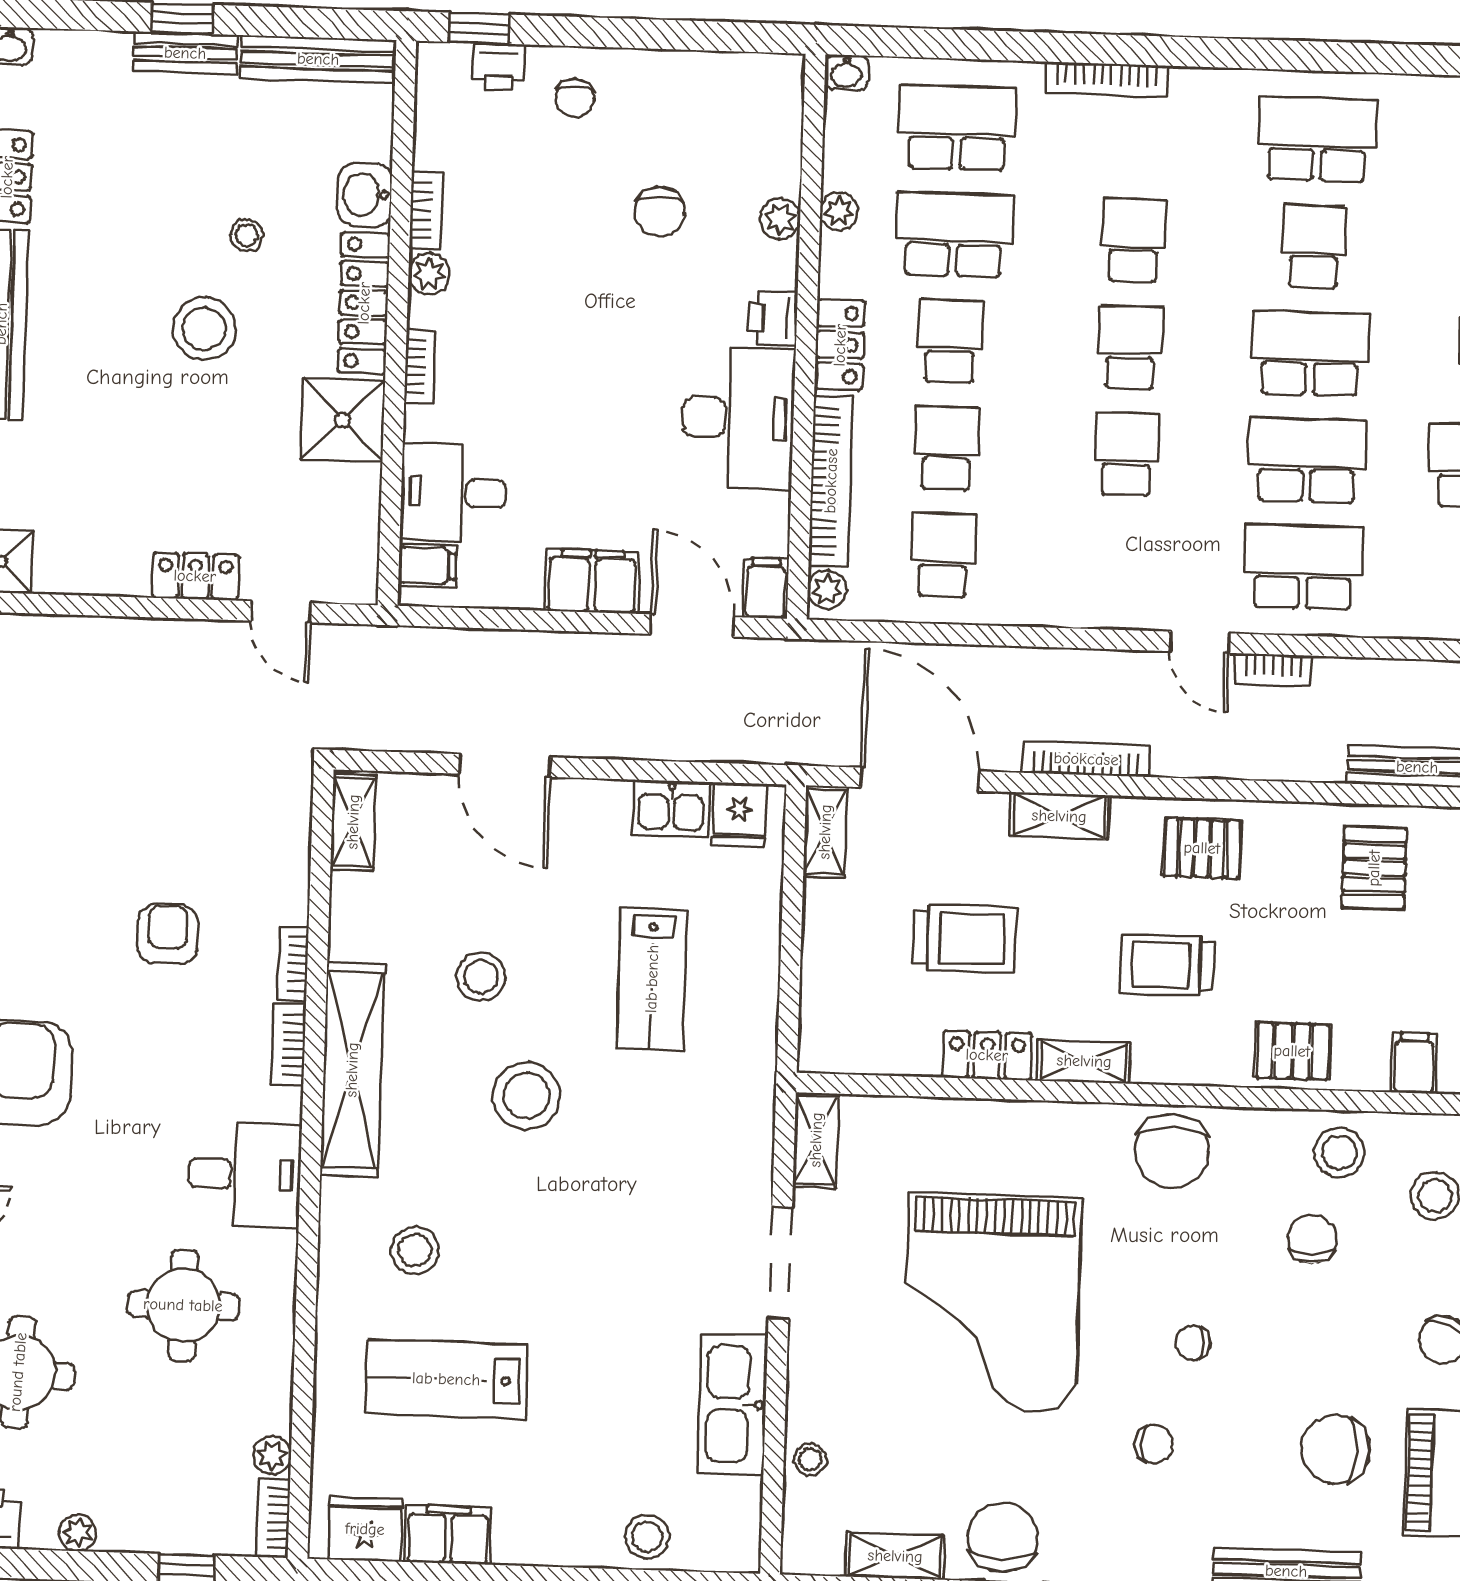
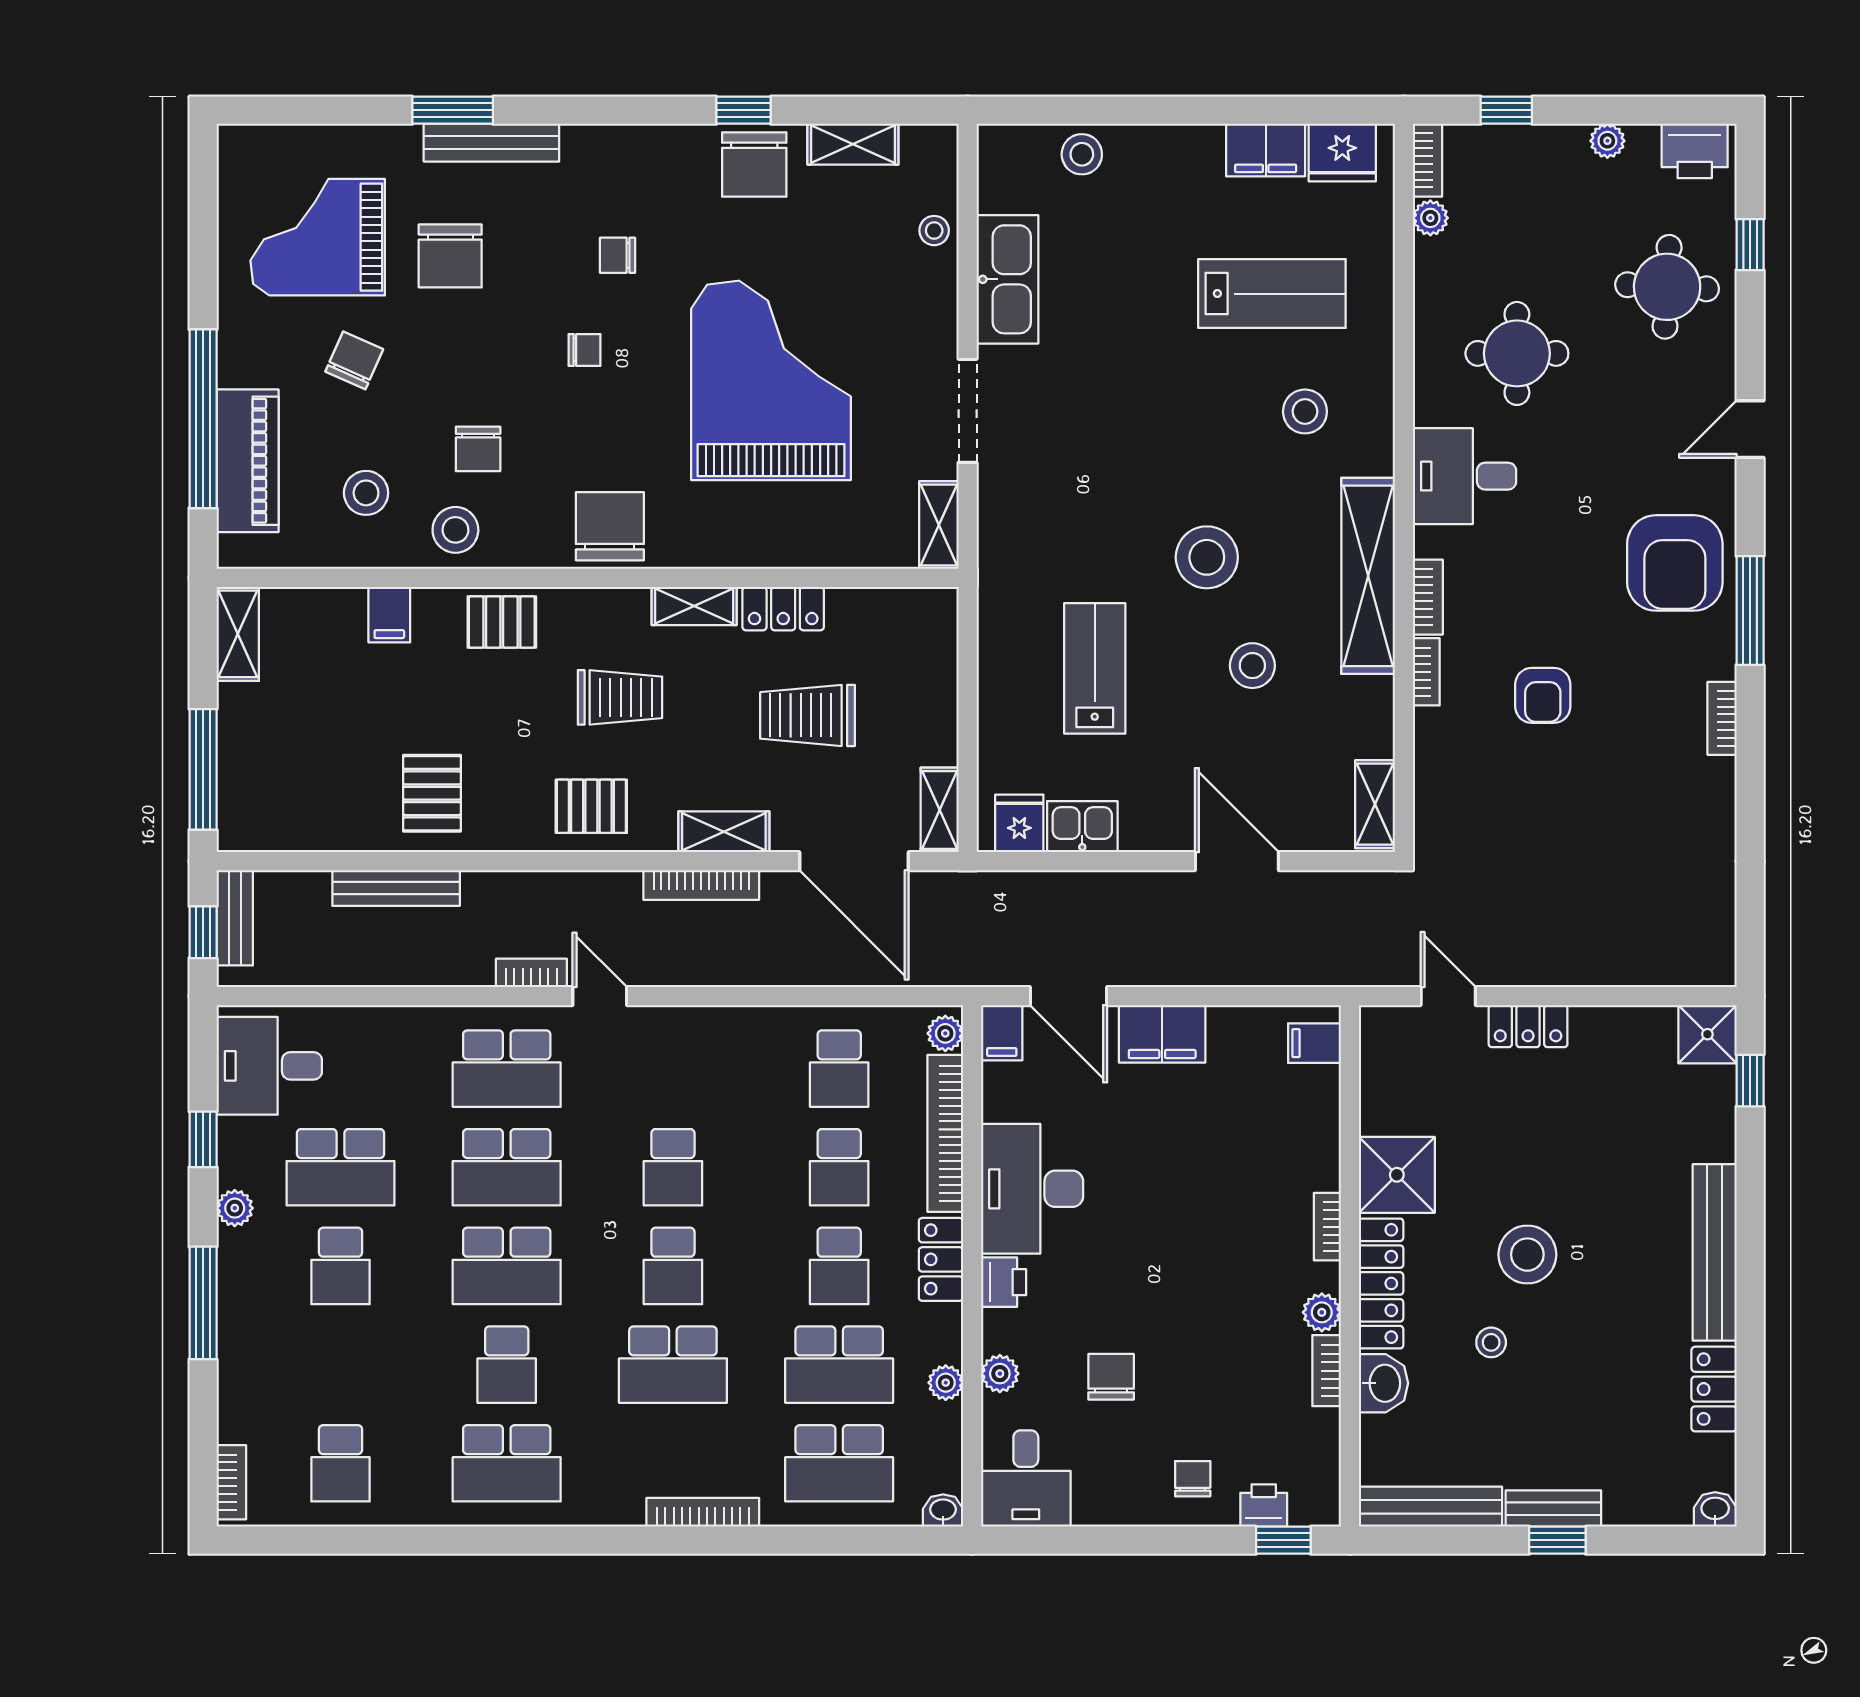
school desk: (1134, 240) -> (673, 1365), width x1.85
desk: (453, 493) -> (1026, 1479), moved, turned 90
chair: (1335, 1449) -> (450, 256), turned 90

